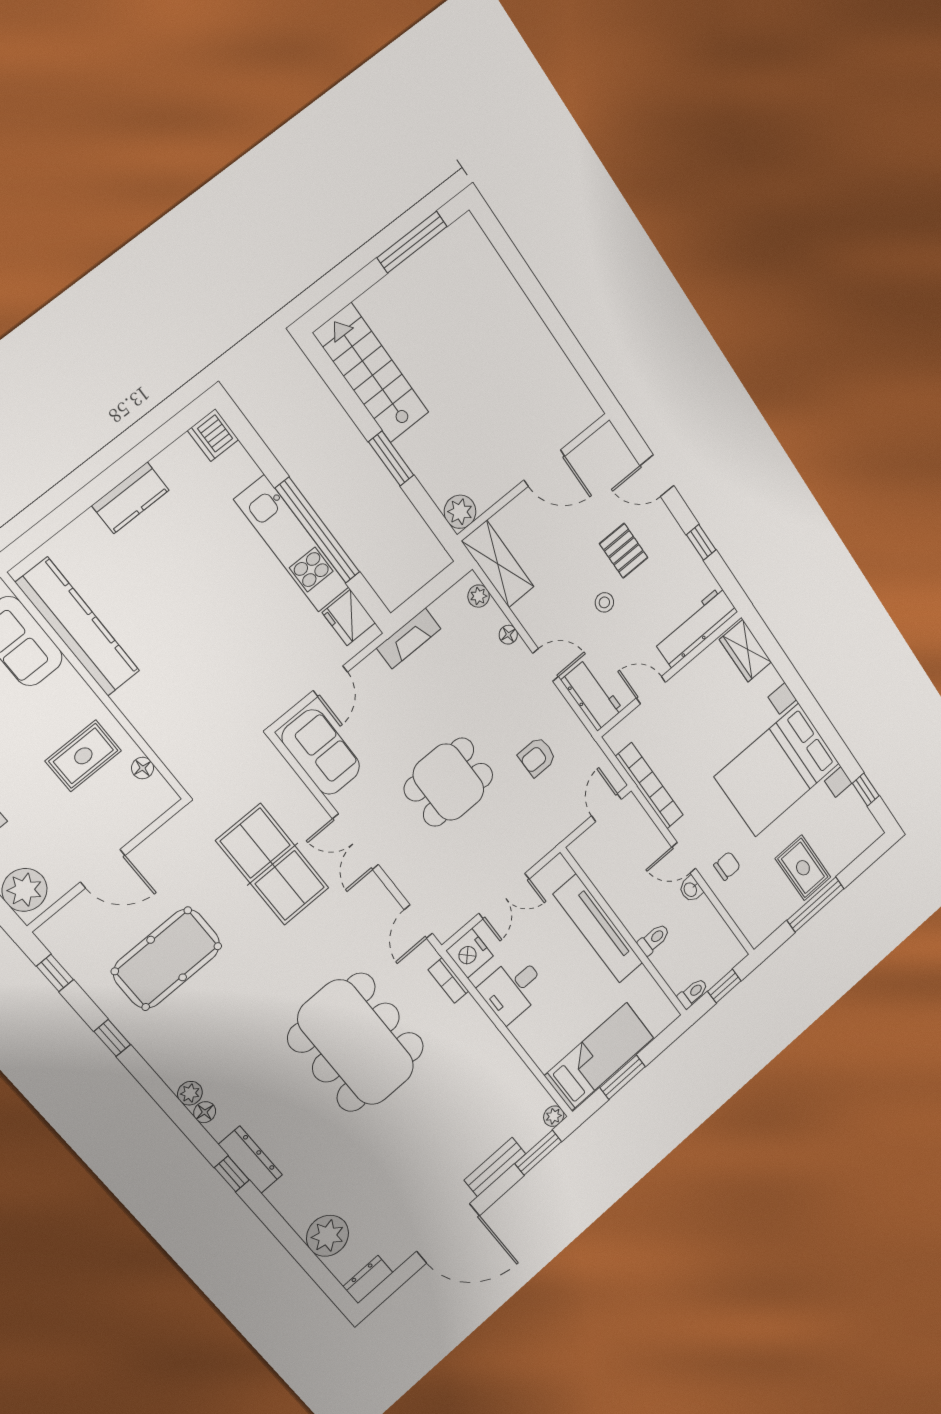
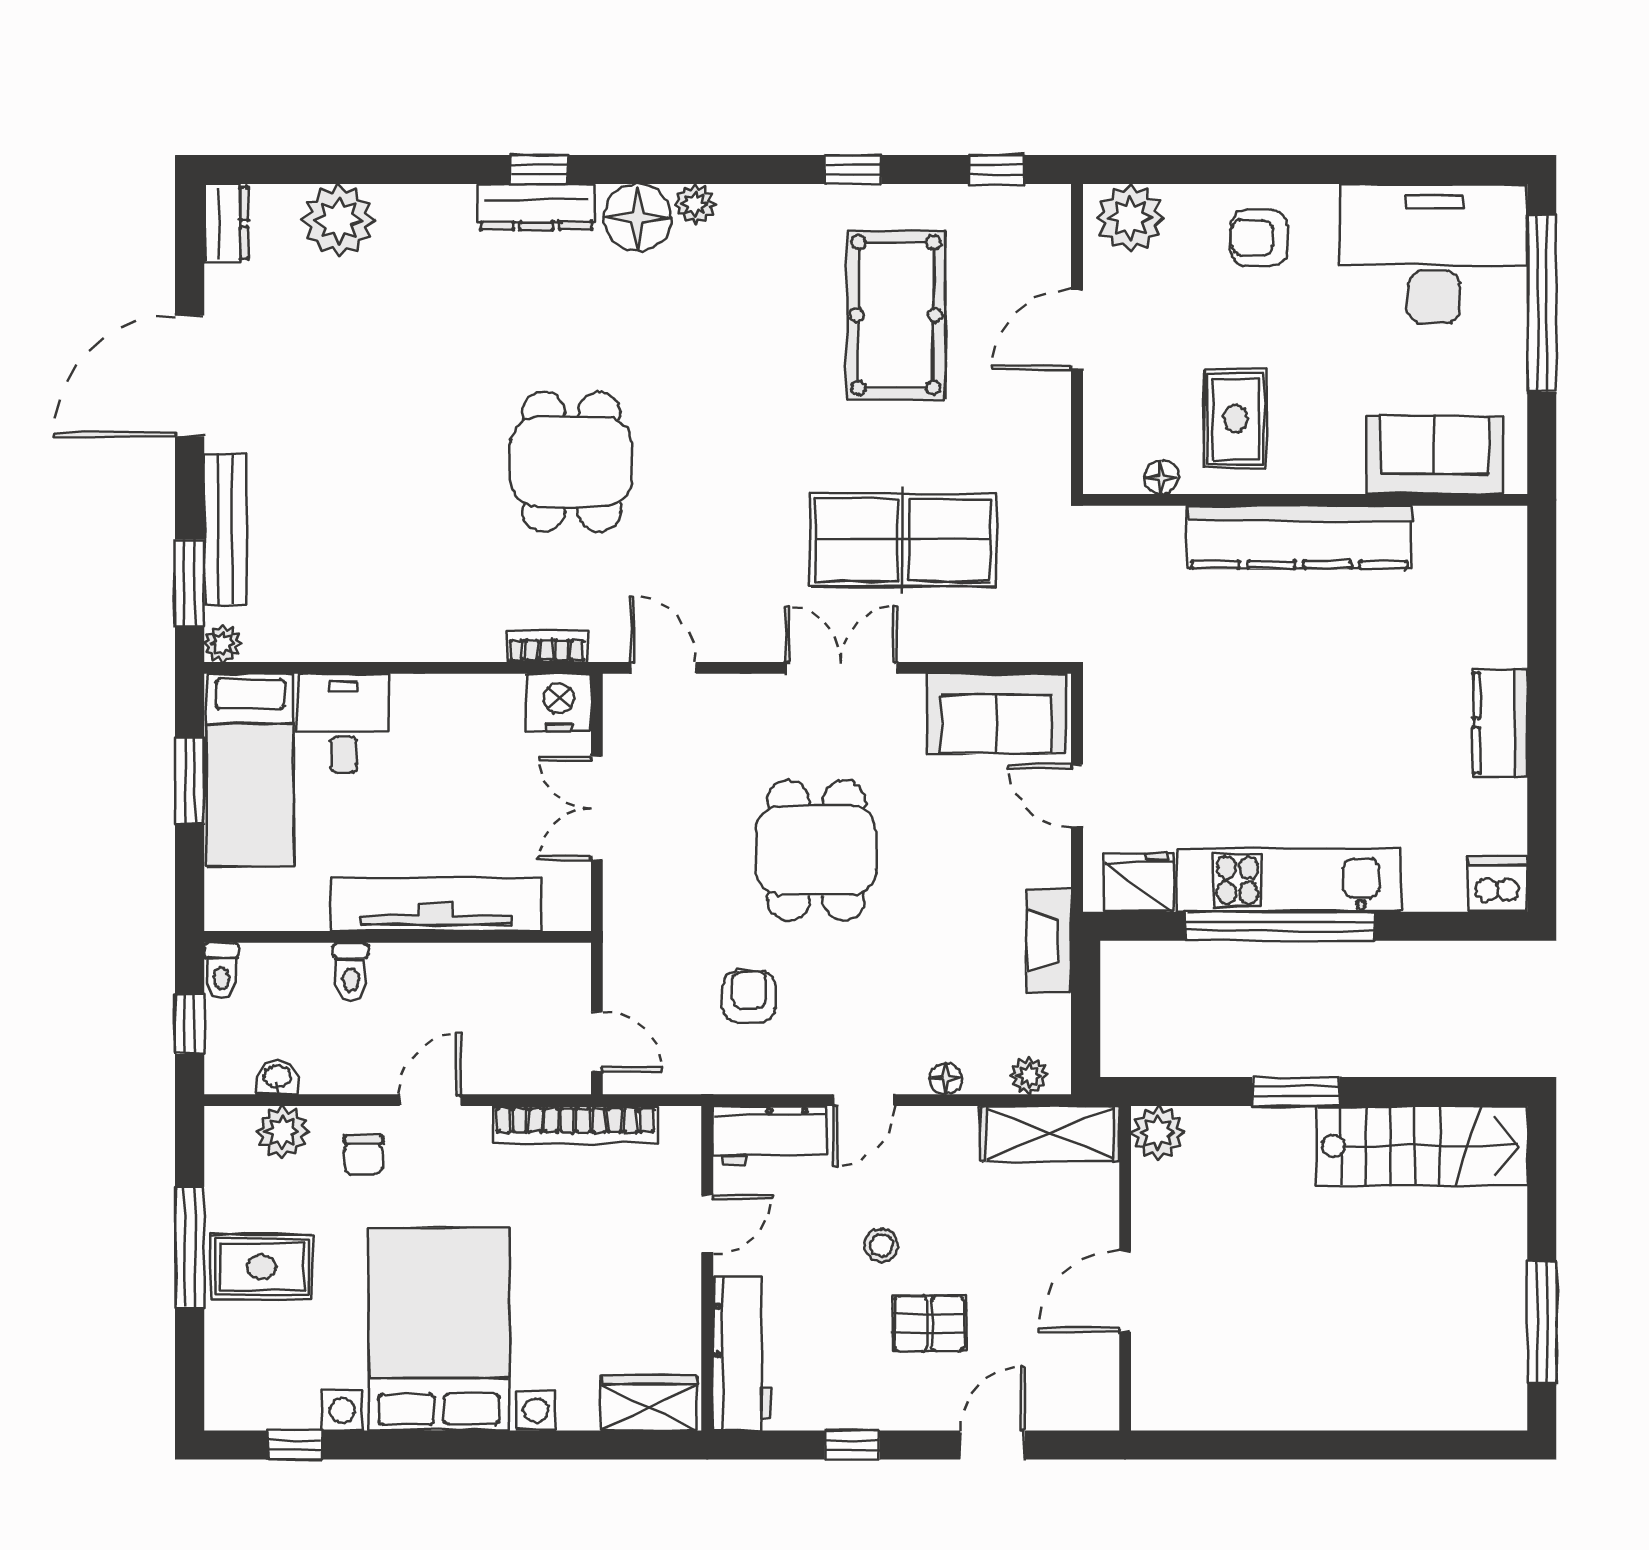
kitchen counter: (78, 627) -> (1299, 537), moved
washbasin: (691, 889) -> (277, 1077), moved
plant: (741, 908) -> (282, 1132), added
desk: (513, 989) -> (344, 723), moved
dining table: (356, 1042) -> (571, 462), width x0.53, depth x0.80
floor lamp: (205, 1112) -> (637, 218), width x1.89, depth x1.89
bench: (495, 1167) -> (225, 530), width x1.36

